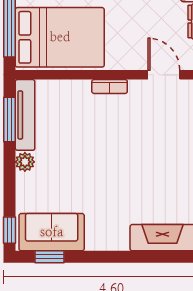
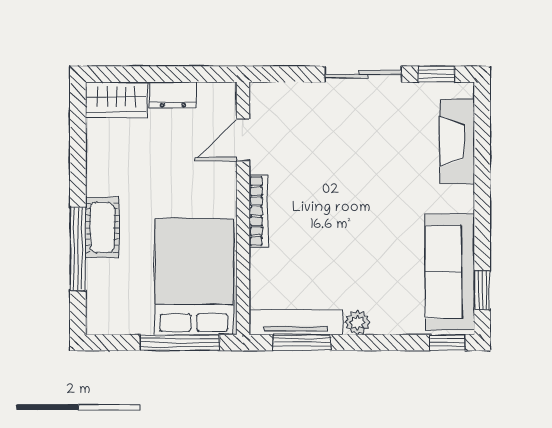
bookcase: (110, 87) -> (258, 211), width x1.56
sofa: (52, 232) -> (450, 272), width x1.36

